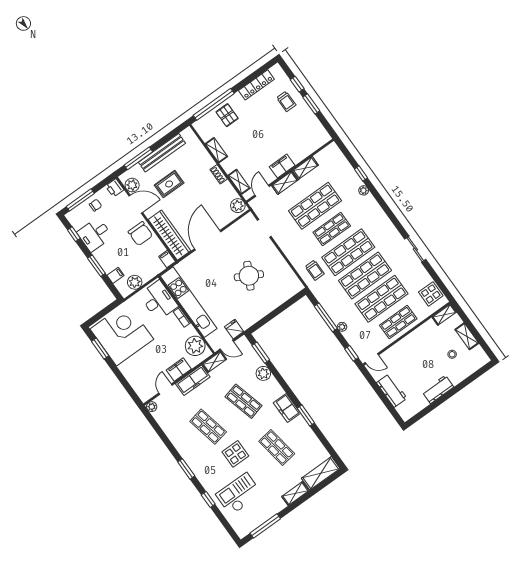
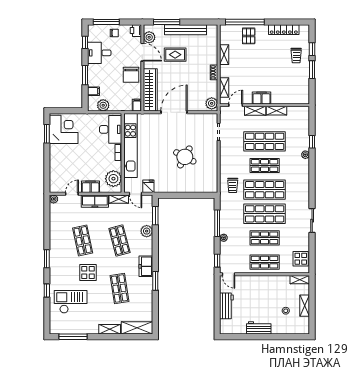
shop shelf: (382, 299) -> (265, 238), width x0.70, depth x0.74
corner desk: (122, 334) -> (64, 129), width x0.74, depth x0.74

